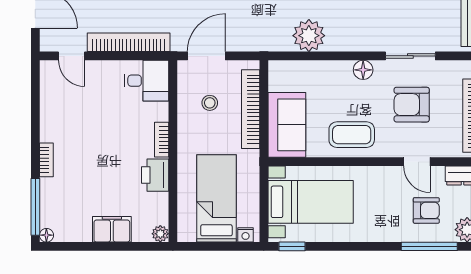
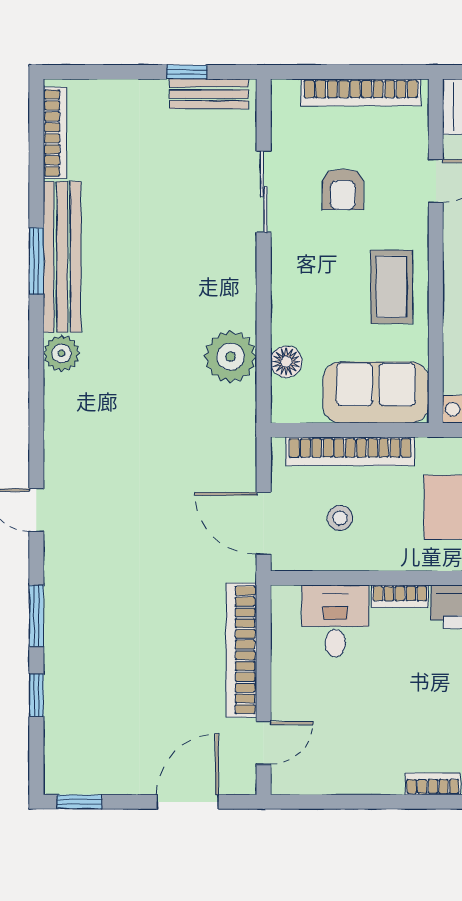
floor lamp: (363, 70) -> (286, 362), moved
desk: (147, 81) -> (335, 621), moved
armchair: (412, 105) -> (343, 189), width x0.72, depth x0.72

